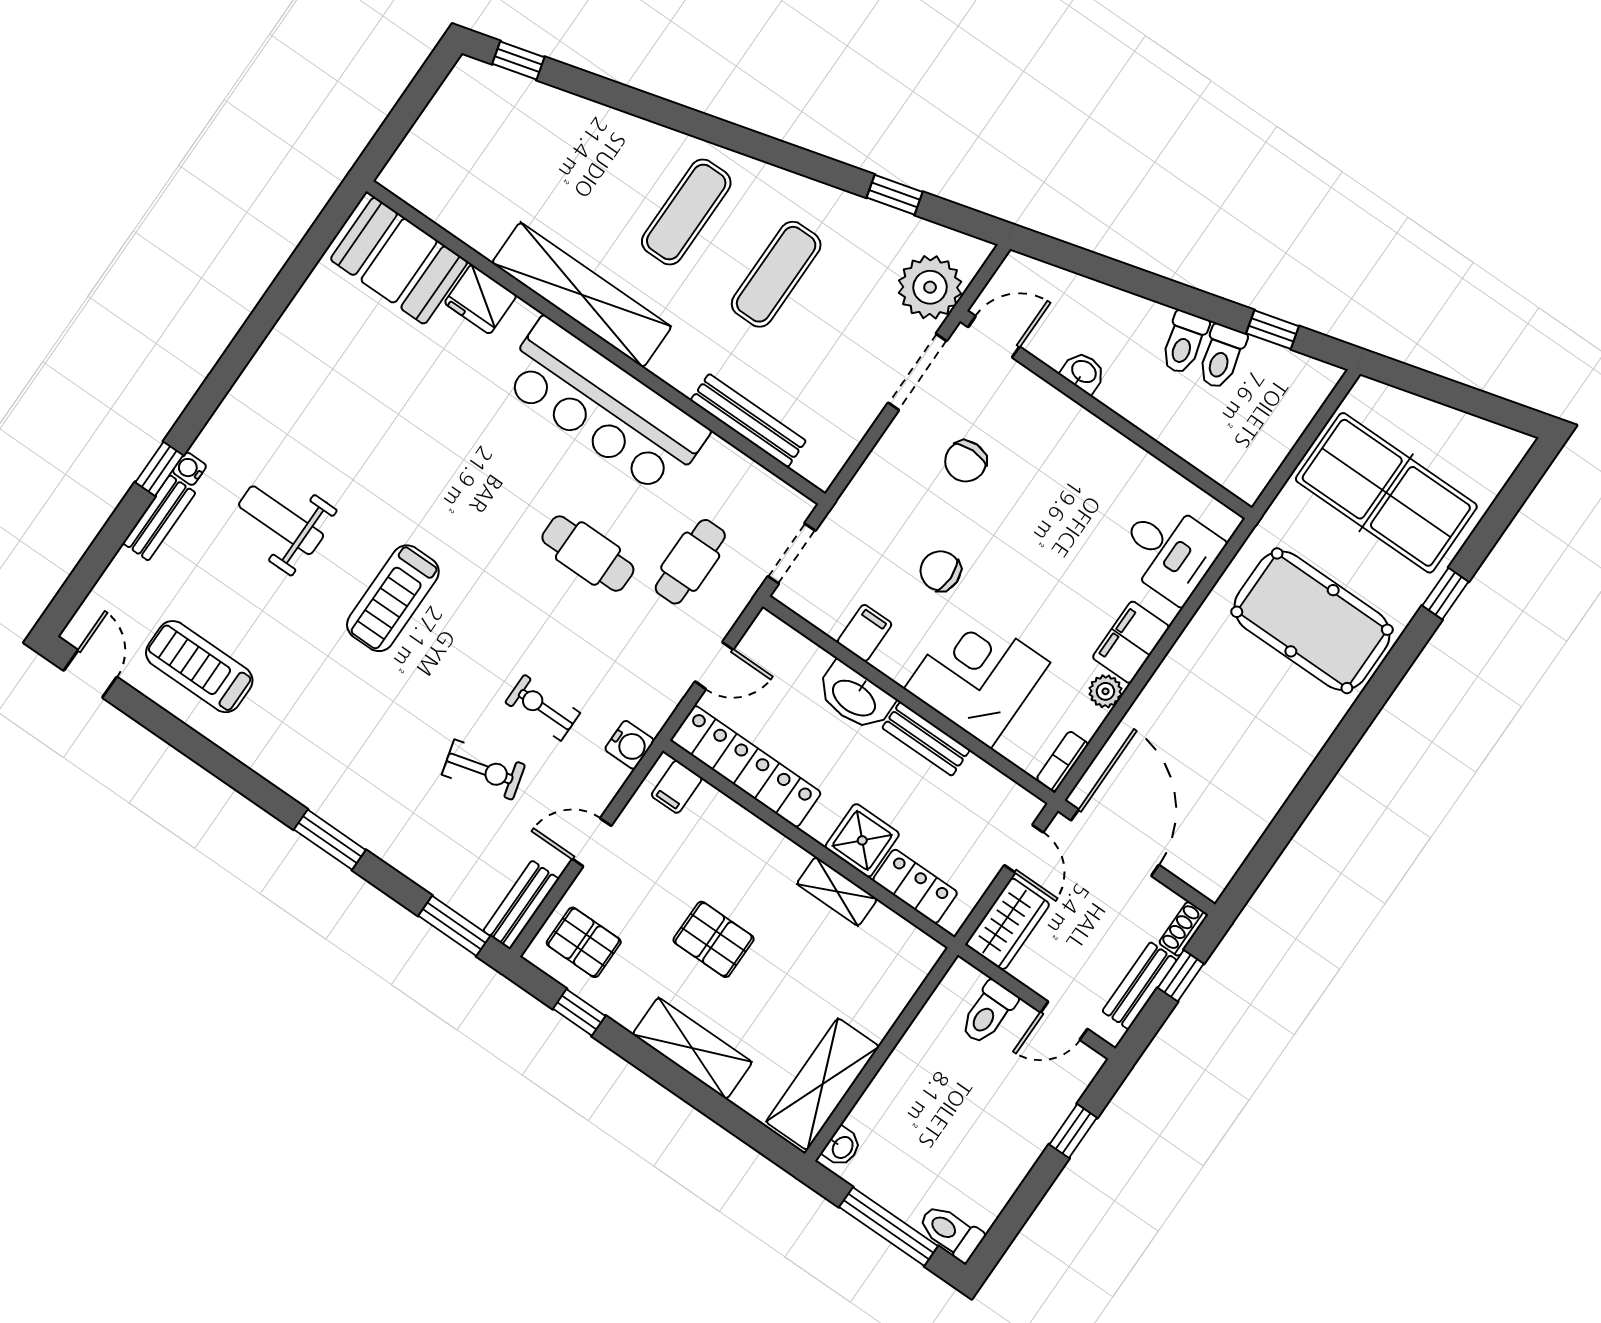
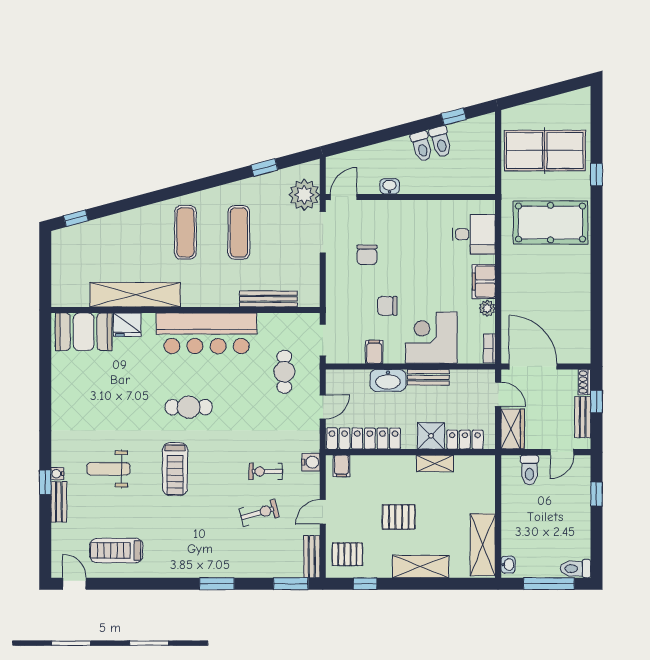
shelving: (582, 295) -> (135, 295), moved
cafe table: (588, 554) -> (189, 407), moved

